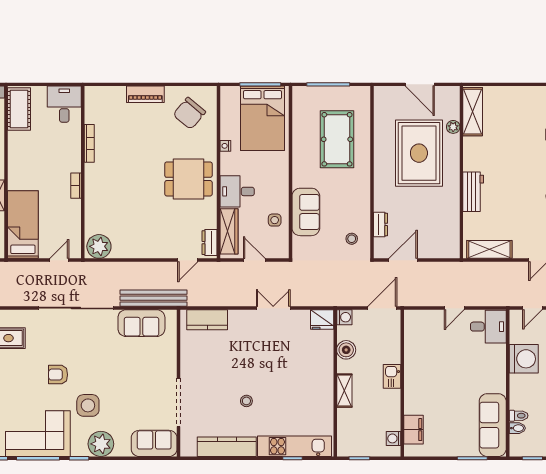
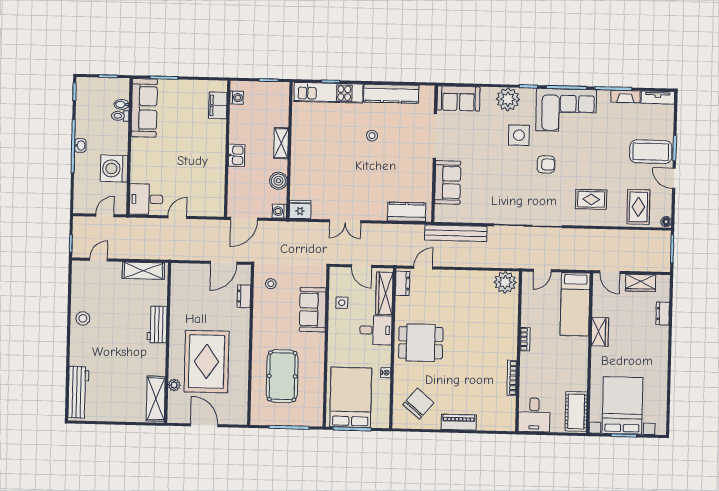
sofa: (141, 323) -> (448, 182), moved, turned 90

